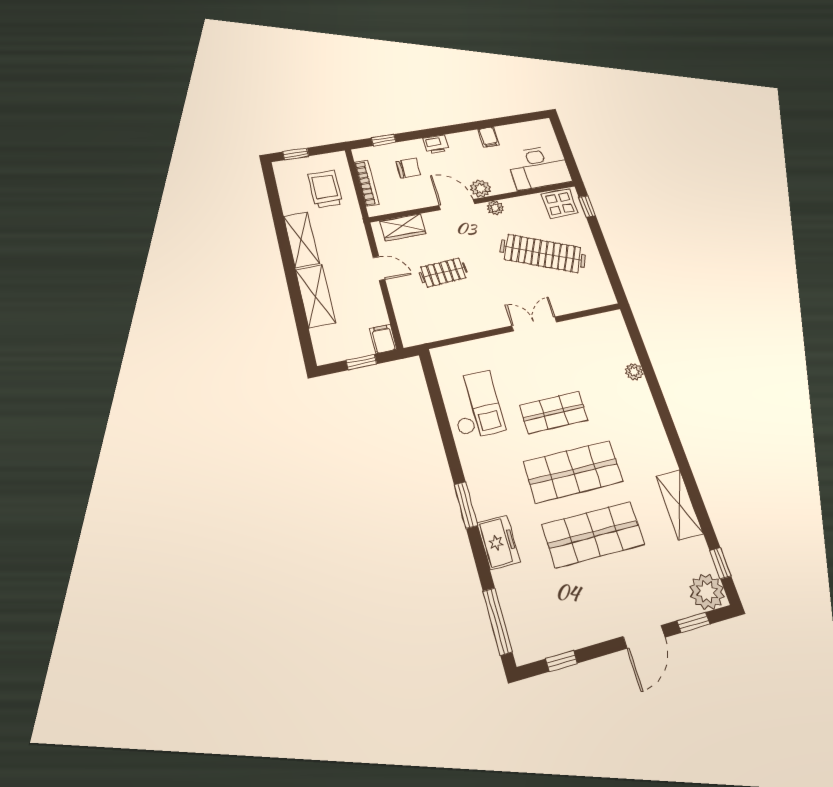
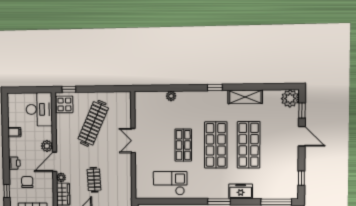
plant: (495, 208) -> (61, 177), moved
window: (720, 563) -> (215, 88), moved

